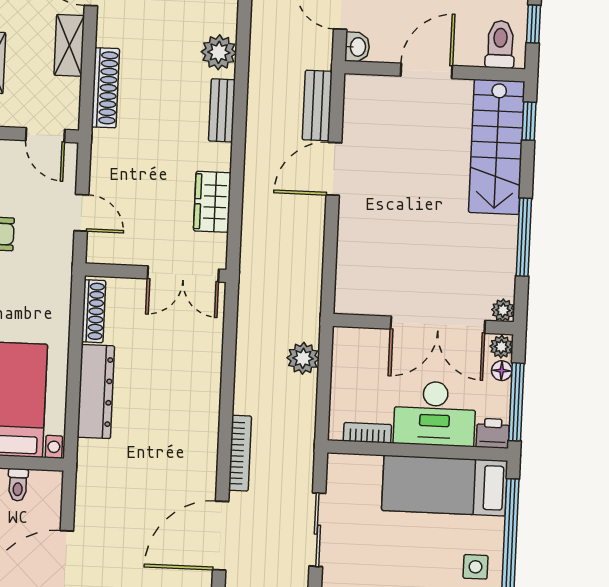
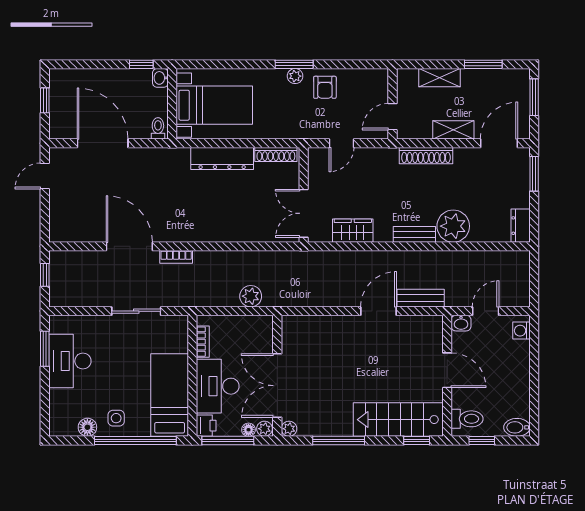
plant: (219, 52) -> (453, 226), width x1.36, depth x1.36
door: (334, 169) -> (379, 311), hinge flipped
bookcase: (240, 453) -> (176, 257), width x0.64
toilet: (18, 485) -> (158, 128), moved, turned 90

